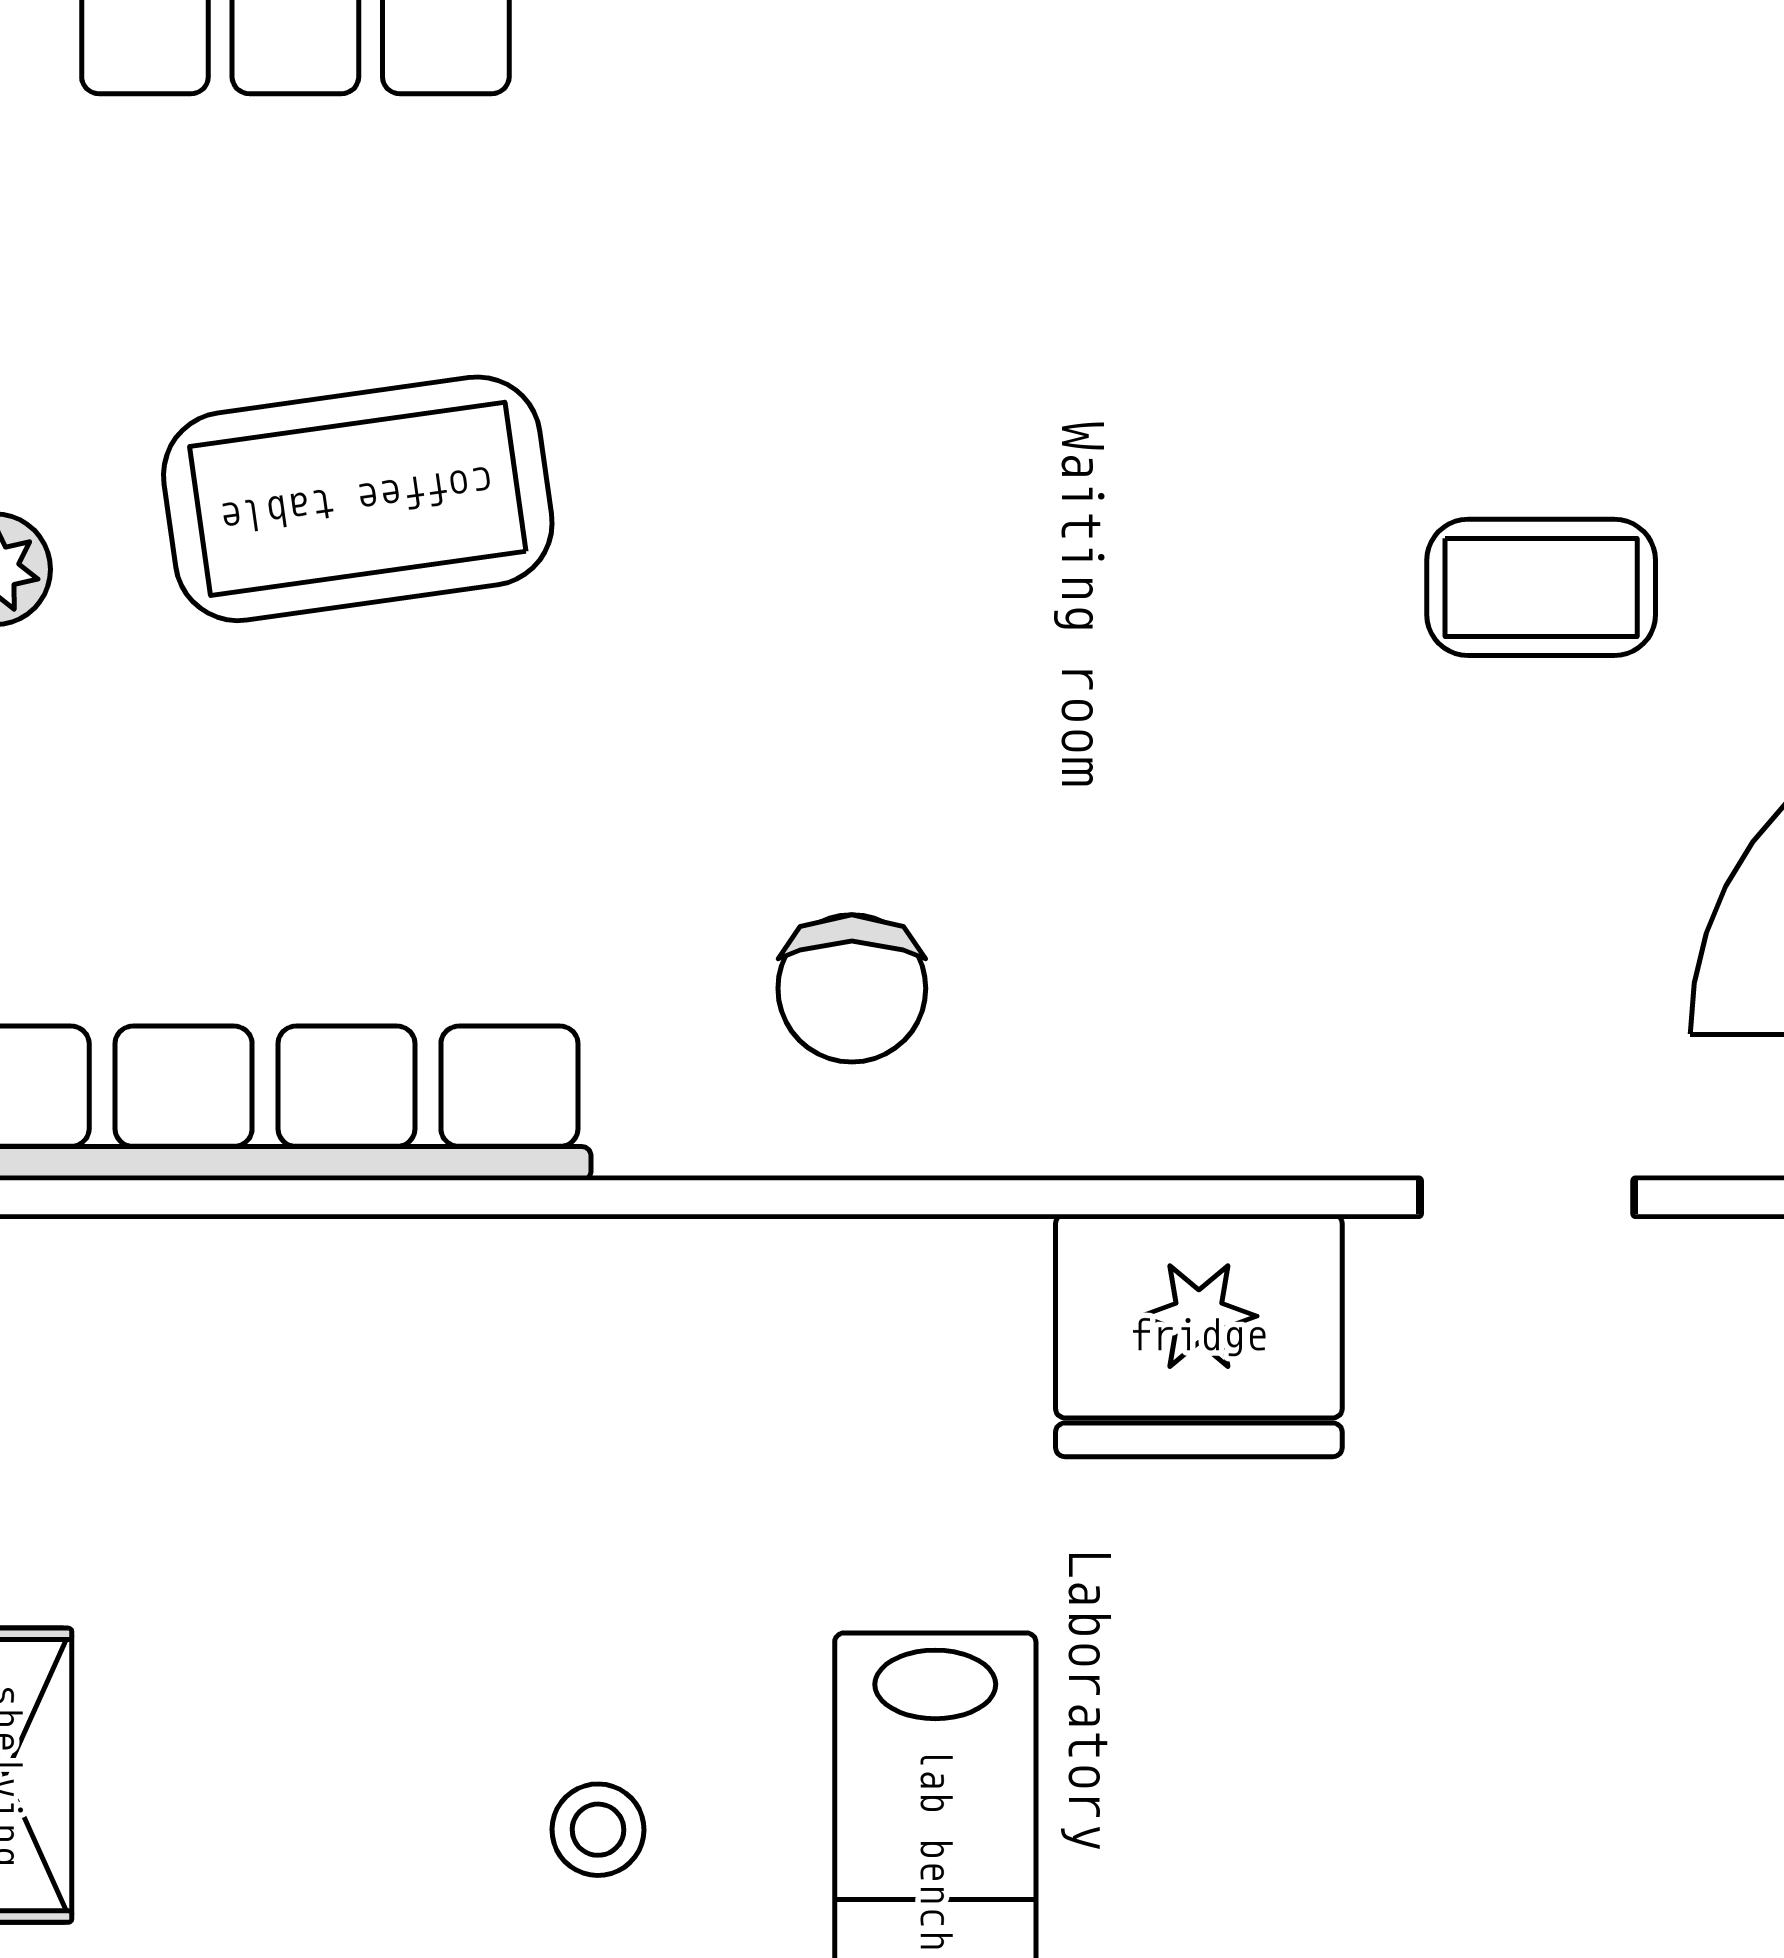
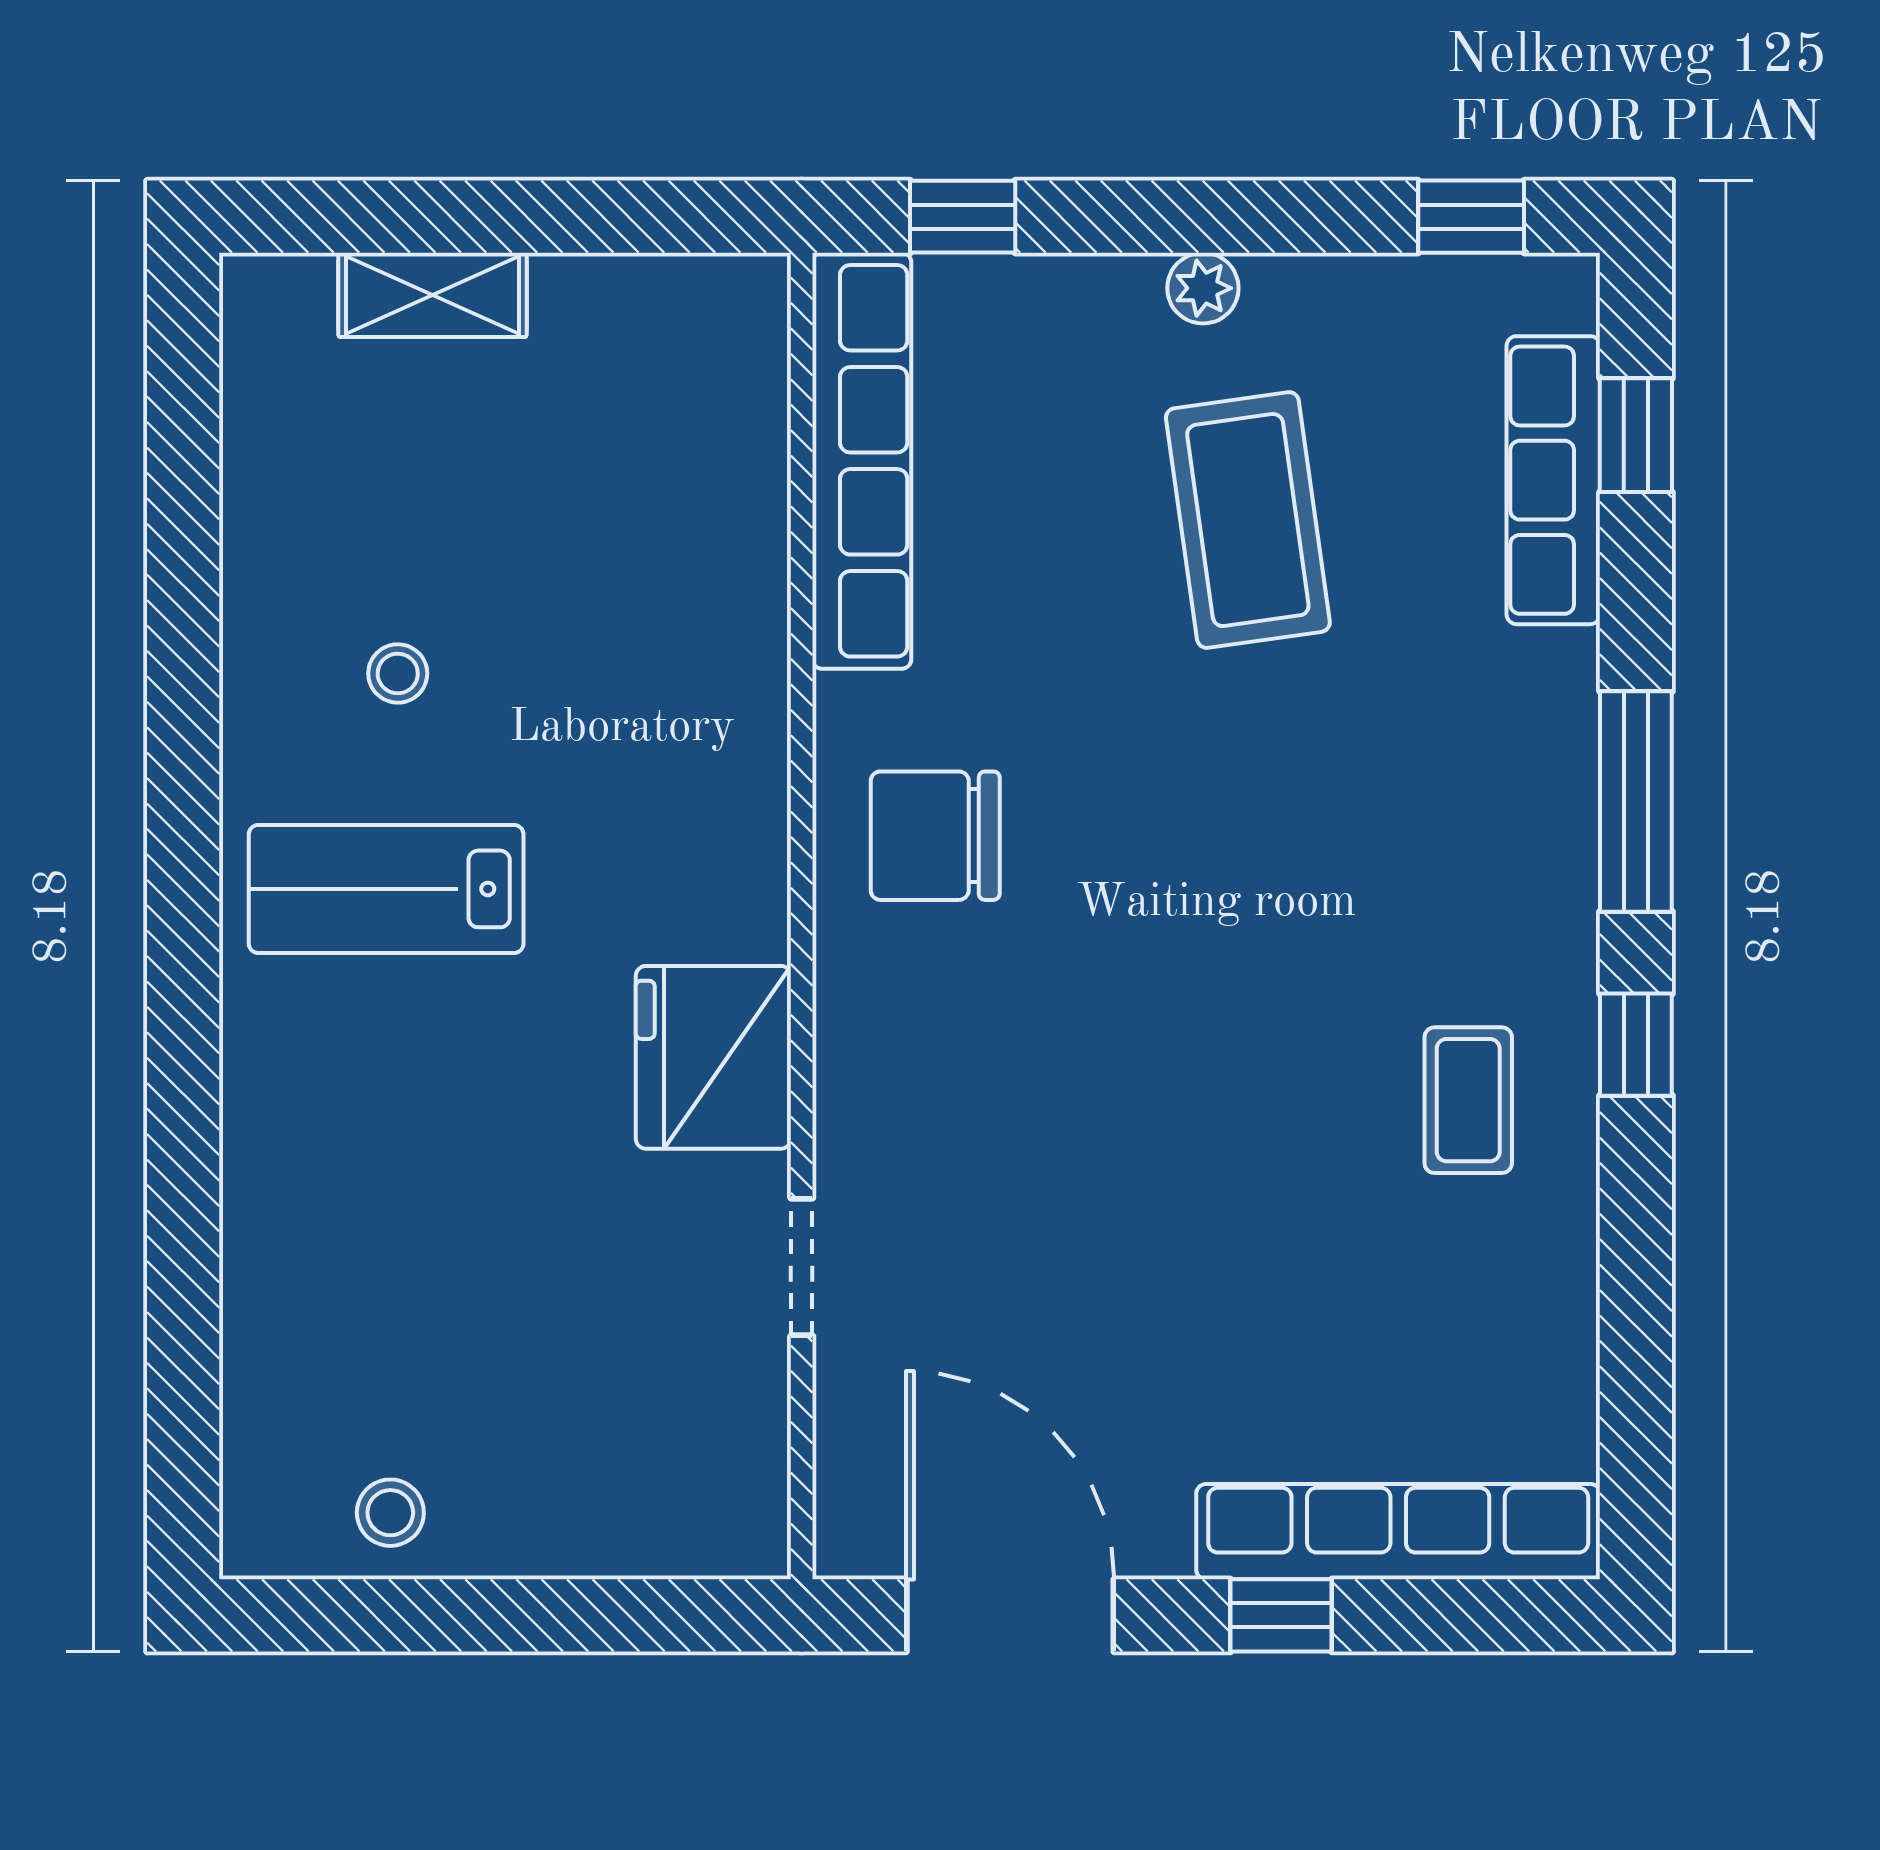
coffee table: (1541, 587) -> (1468, 1100), moved
chair: (852, 988) -> (935, 836), width x1.37, depth x1.37

